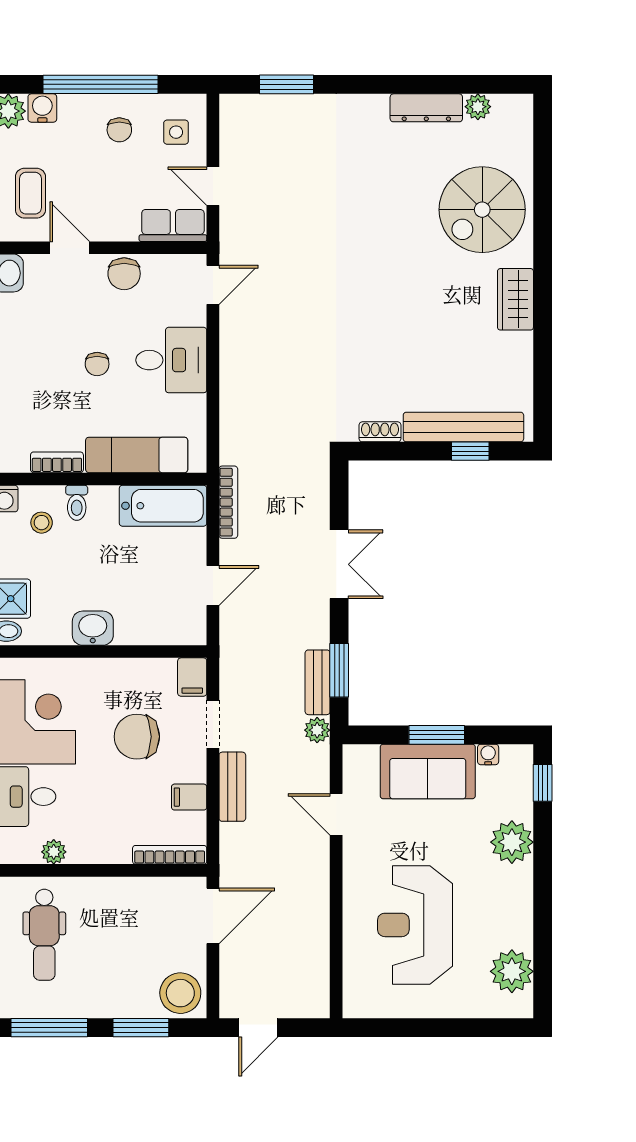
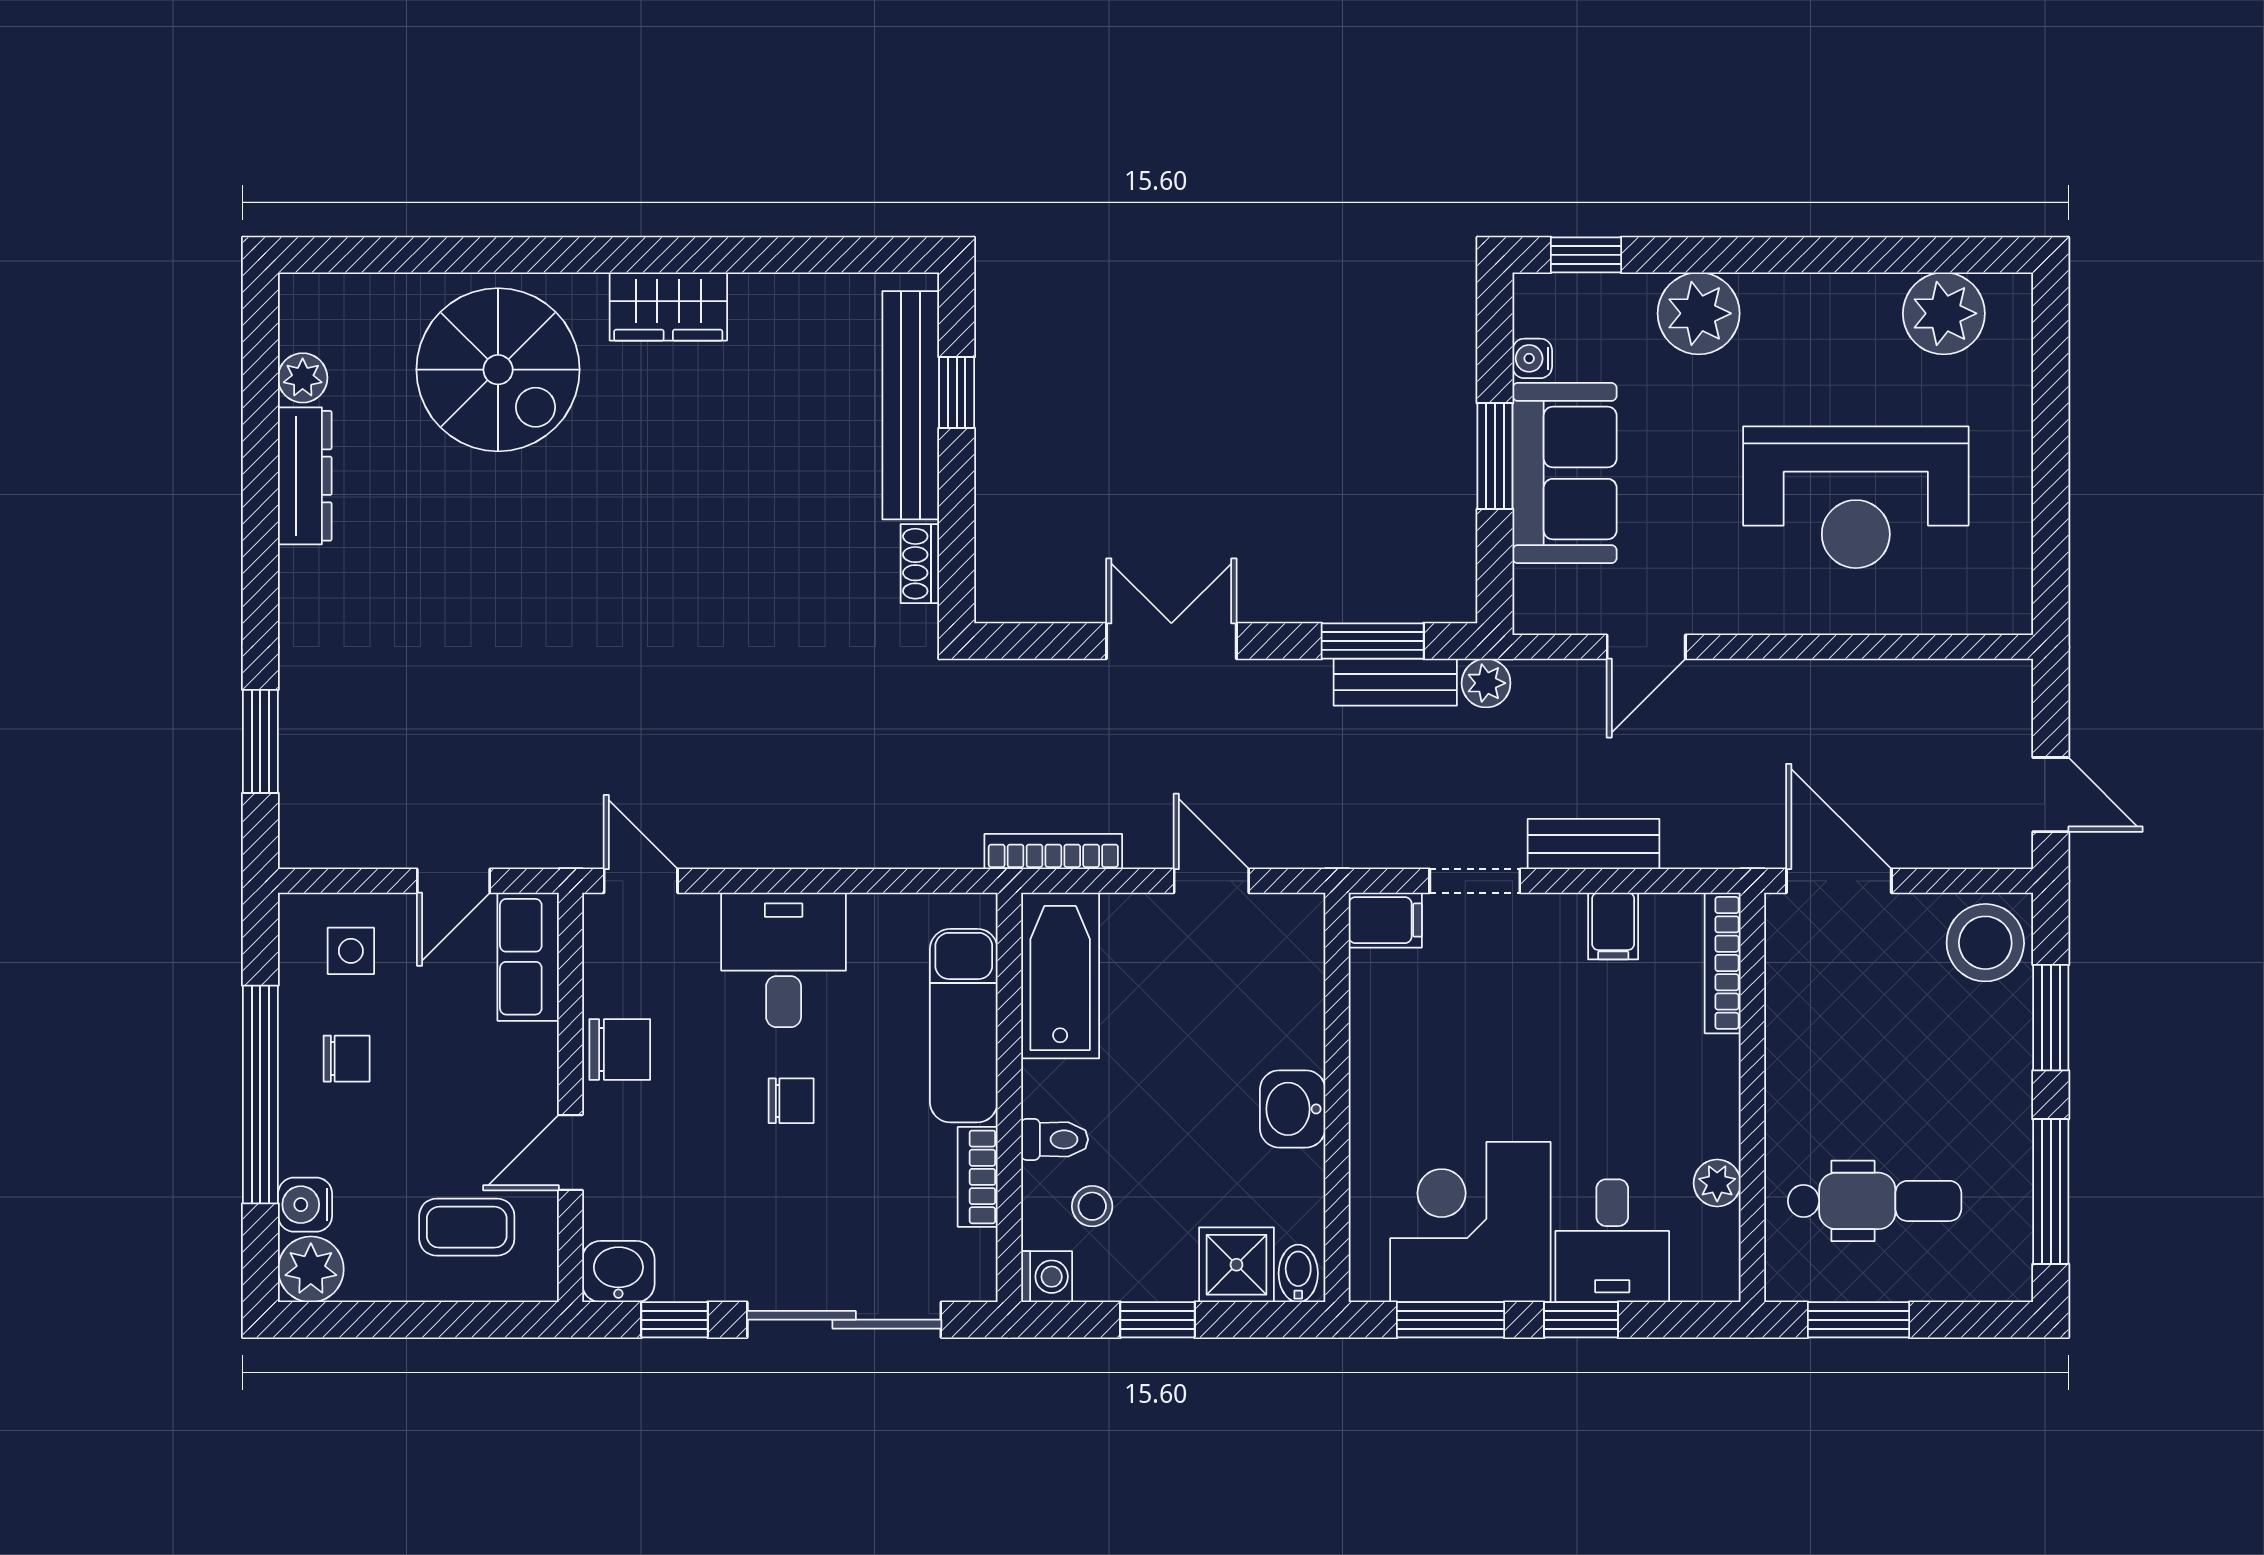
chair: (137, 737) -> (1498, 1025), removed

